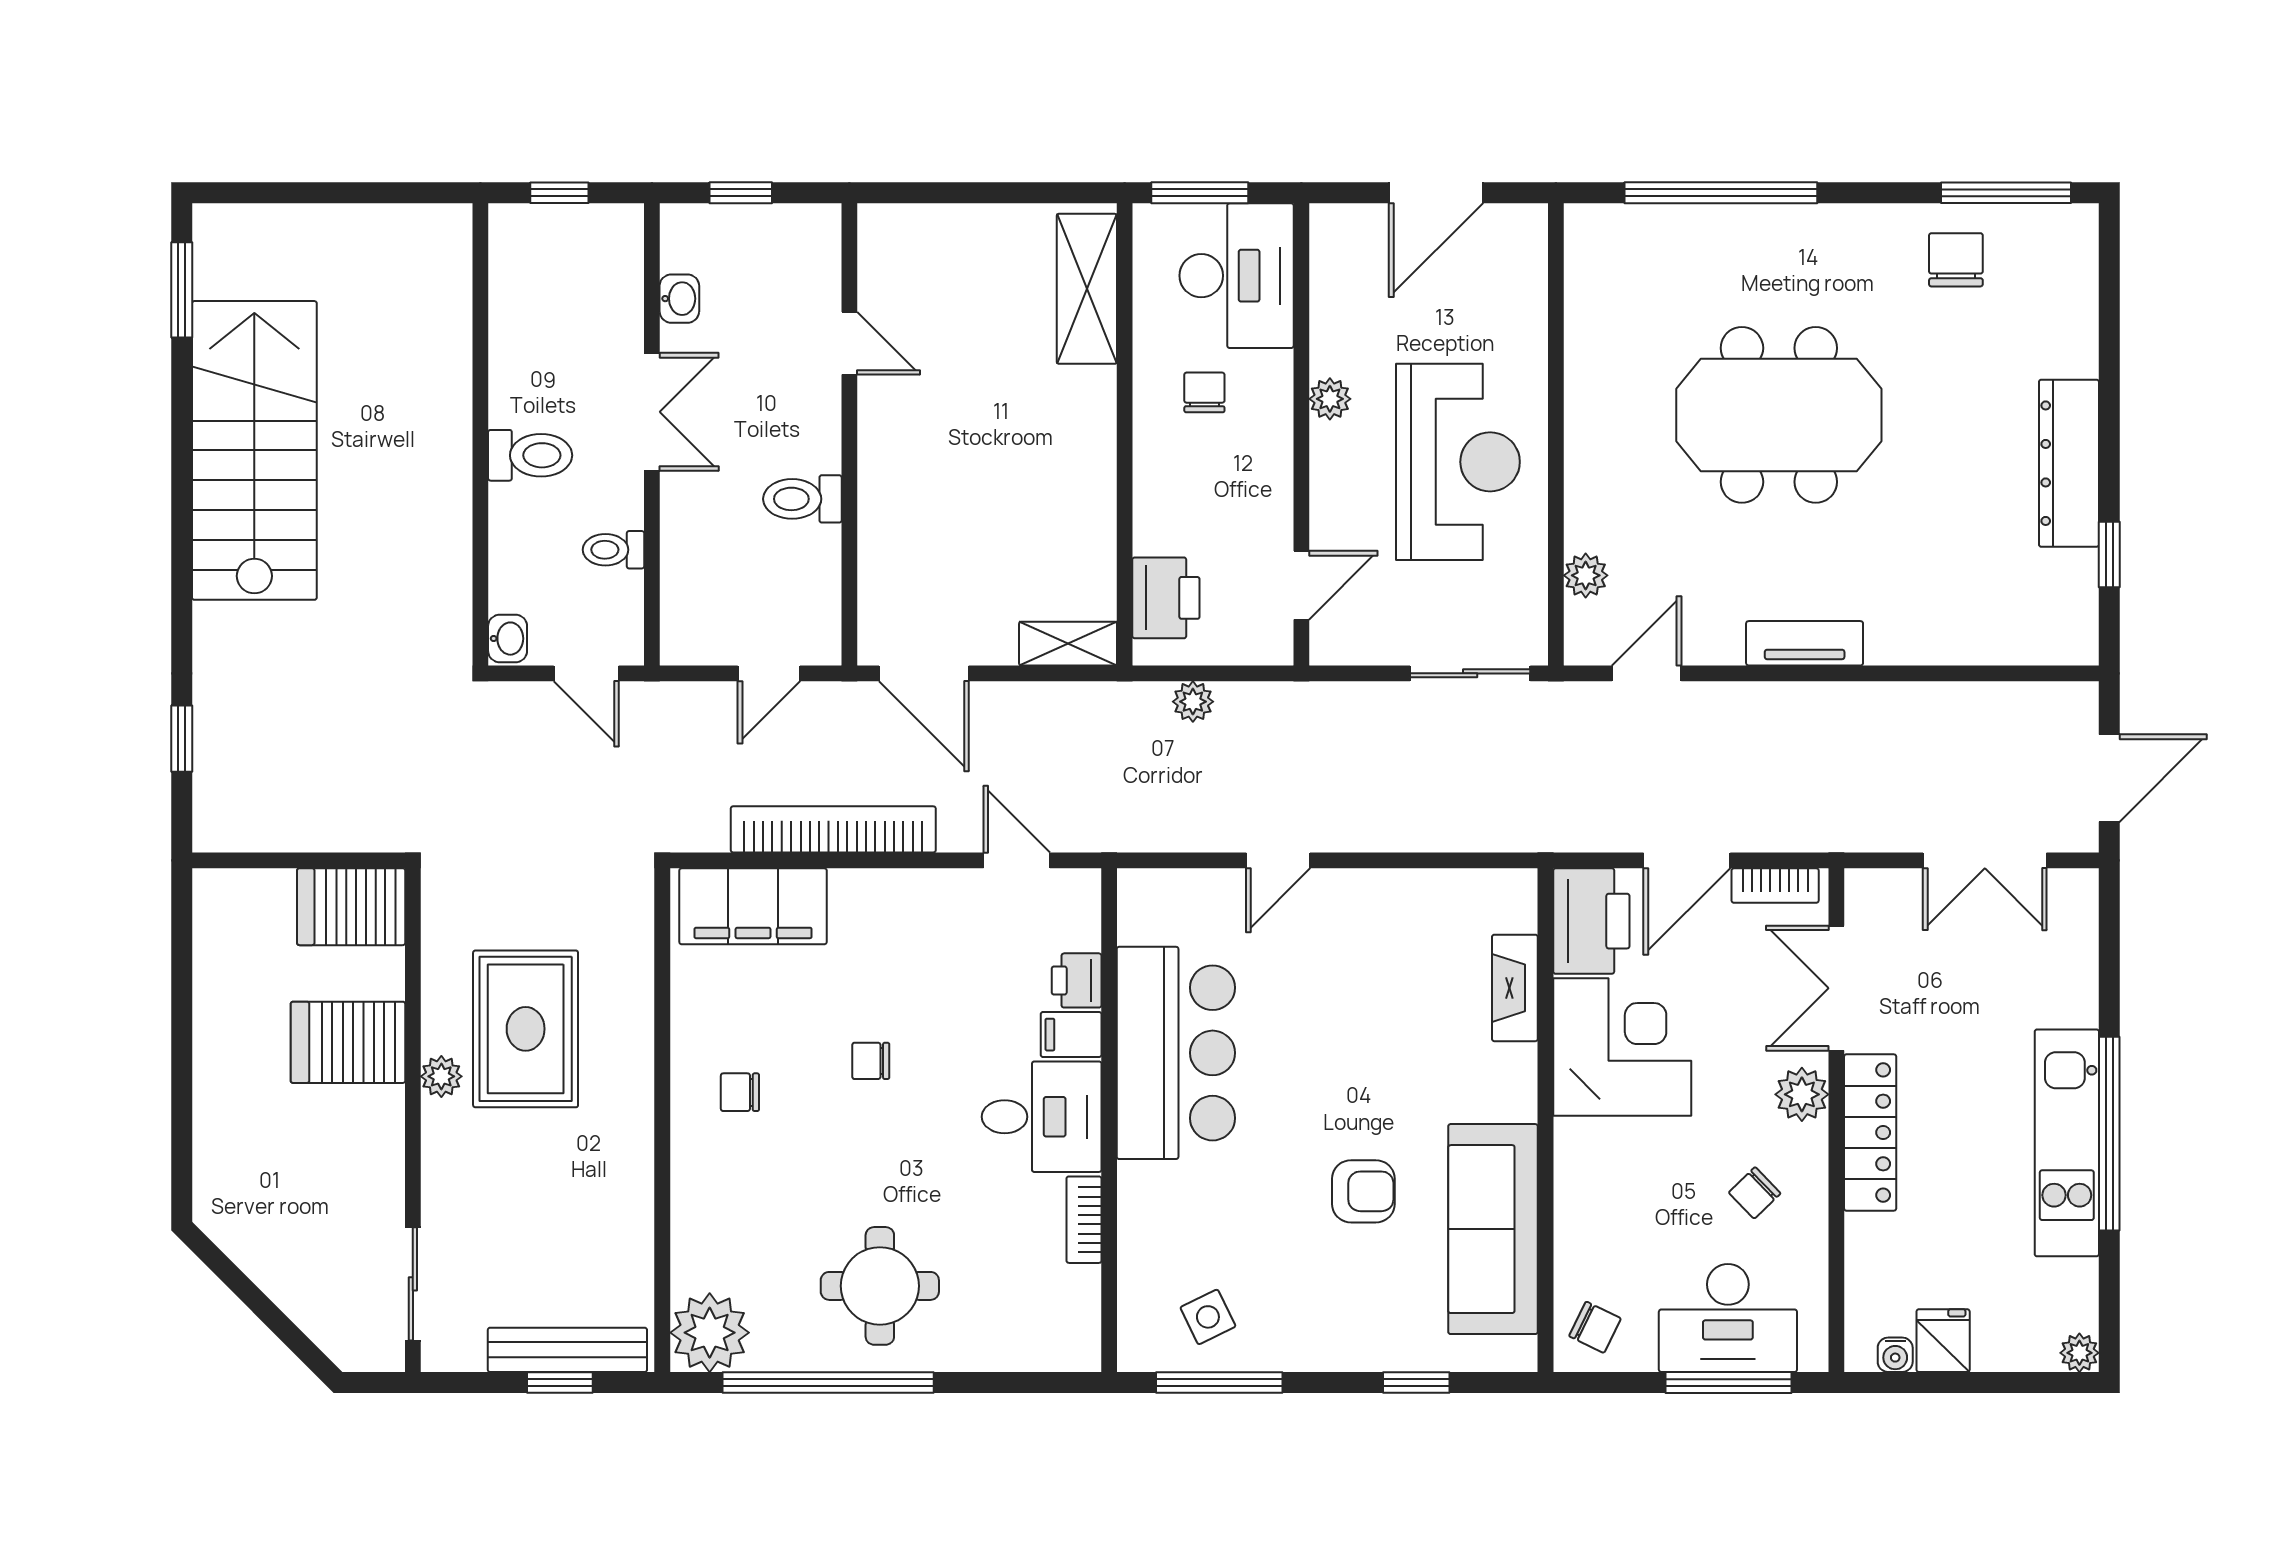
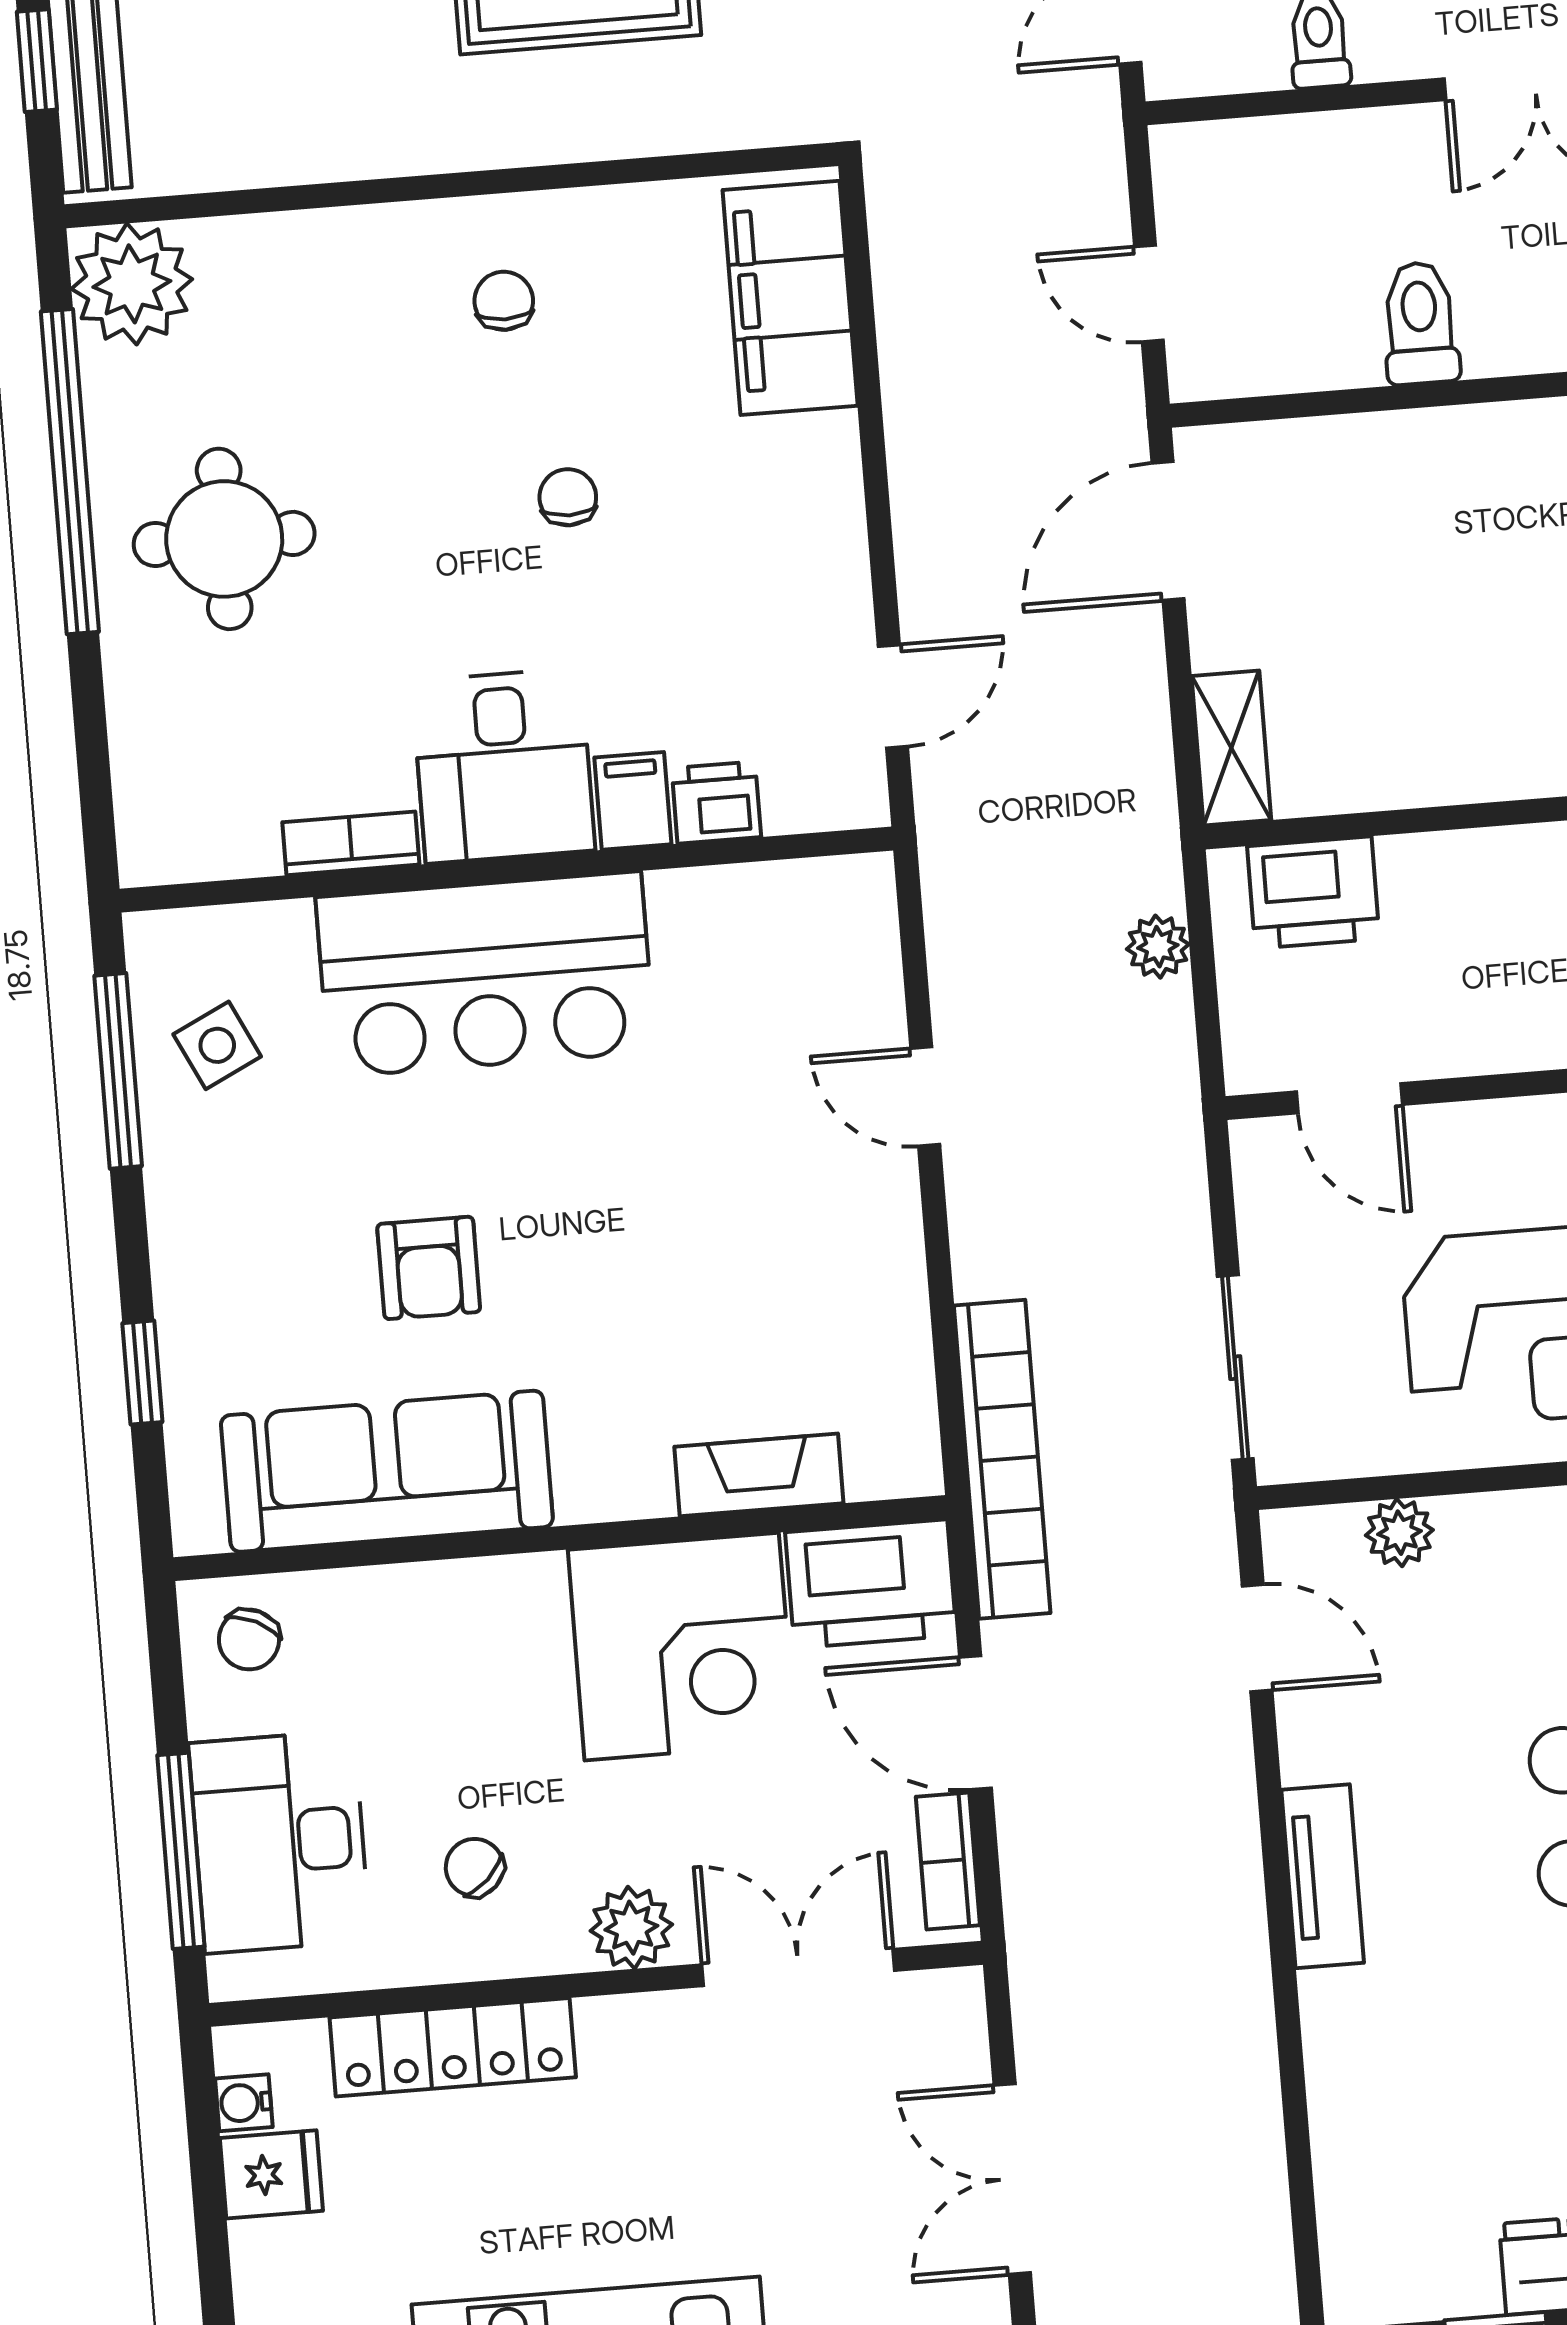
bookcase: (833, 829) -> (1002, 1459), moved
bar counter: (1176, 1053) -> (485, 974), moved
locker: (1870, 1132) -> (453, 2047), moved

